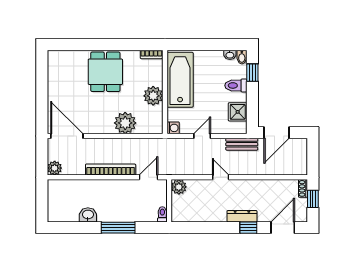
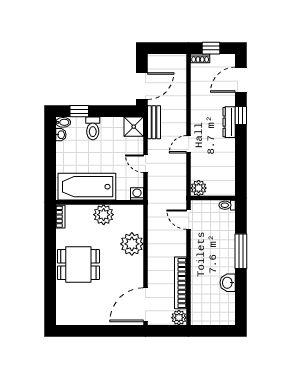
shower: (238, 112) -> (134, 127), moved
door: (276, 133) -> (142, 86), hinge flipped
bookcase: (111, 170) -> (180, 283), moved
door: (283, 228) -> (241, 80), hinge flipped

